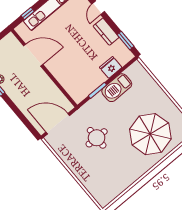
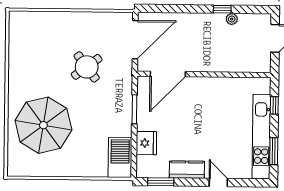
door: (33, 55) -> (168, 74), moved
barbecue: (117, 88) -> (120, 157), moved
round table: (97, 138) -> (87, 67), turned -37

